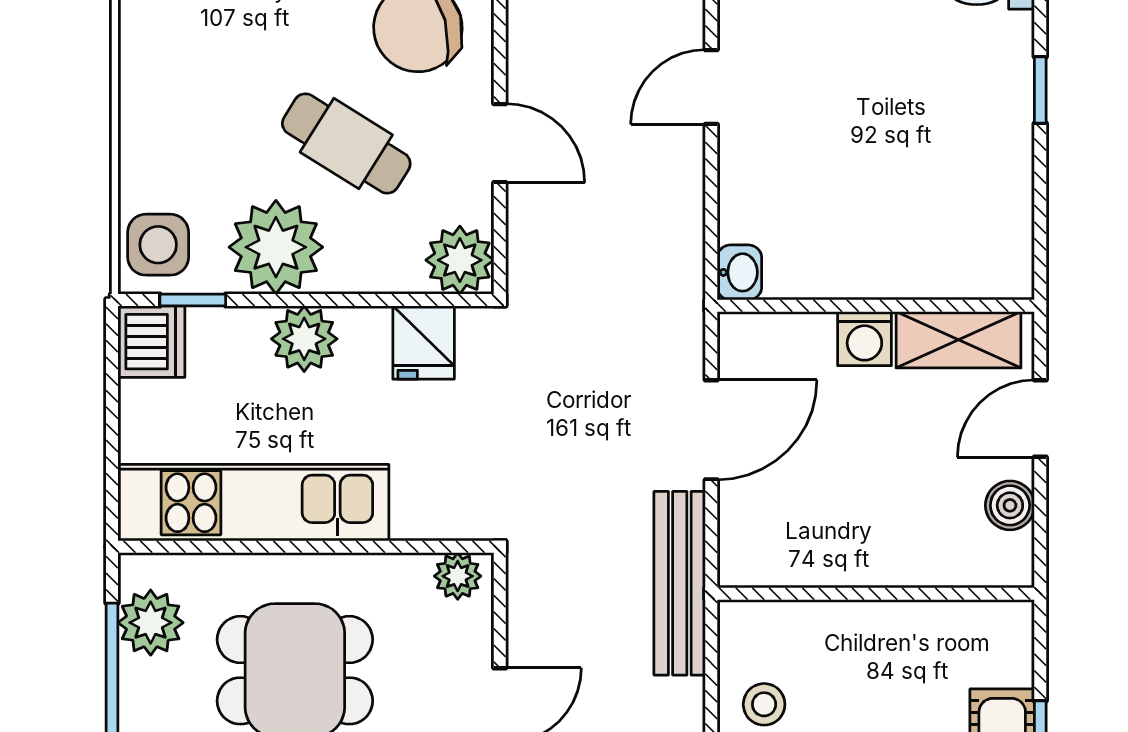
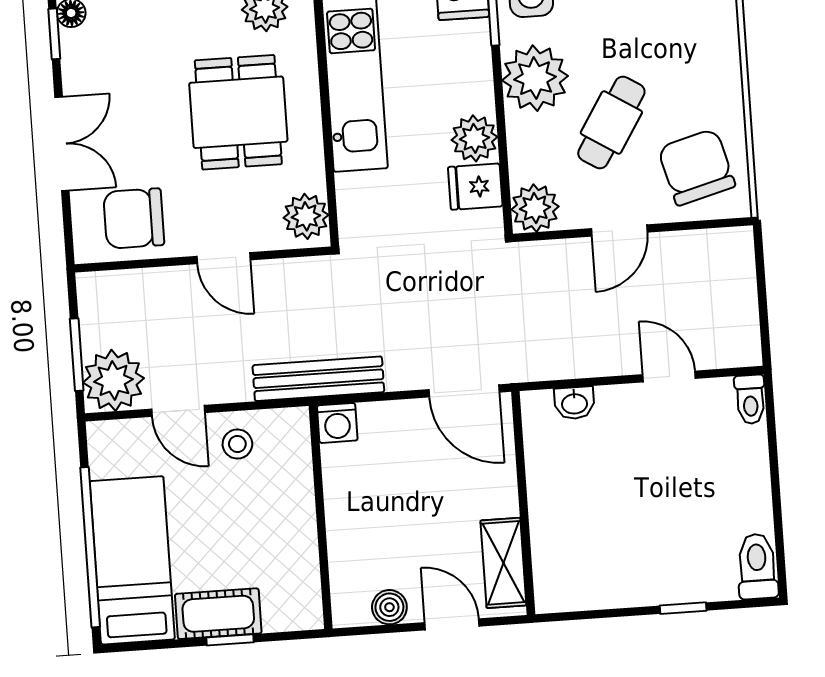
washbasin: (739, 272) -> (574, 403), moved
plant: (304, 339) -> (474, 138), moved
washing machine: (864, 339) -> (337, 423), moved, turned -90
door: (711, 430) -> (464, 391), moved
plant: (458, 576) -> (306, 216), width x1.38, depth x1.38

